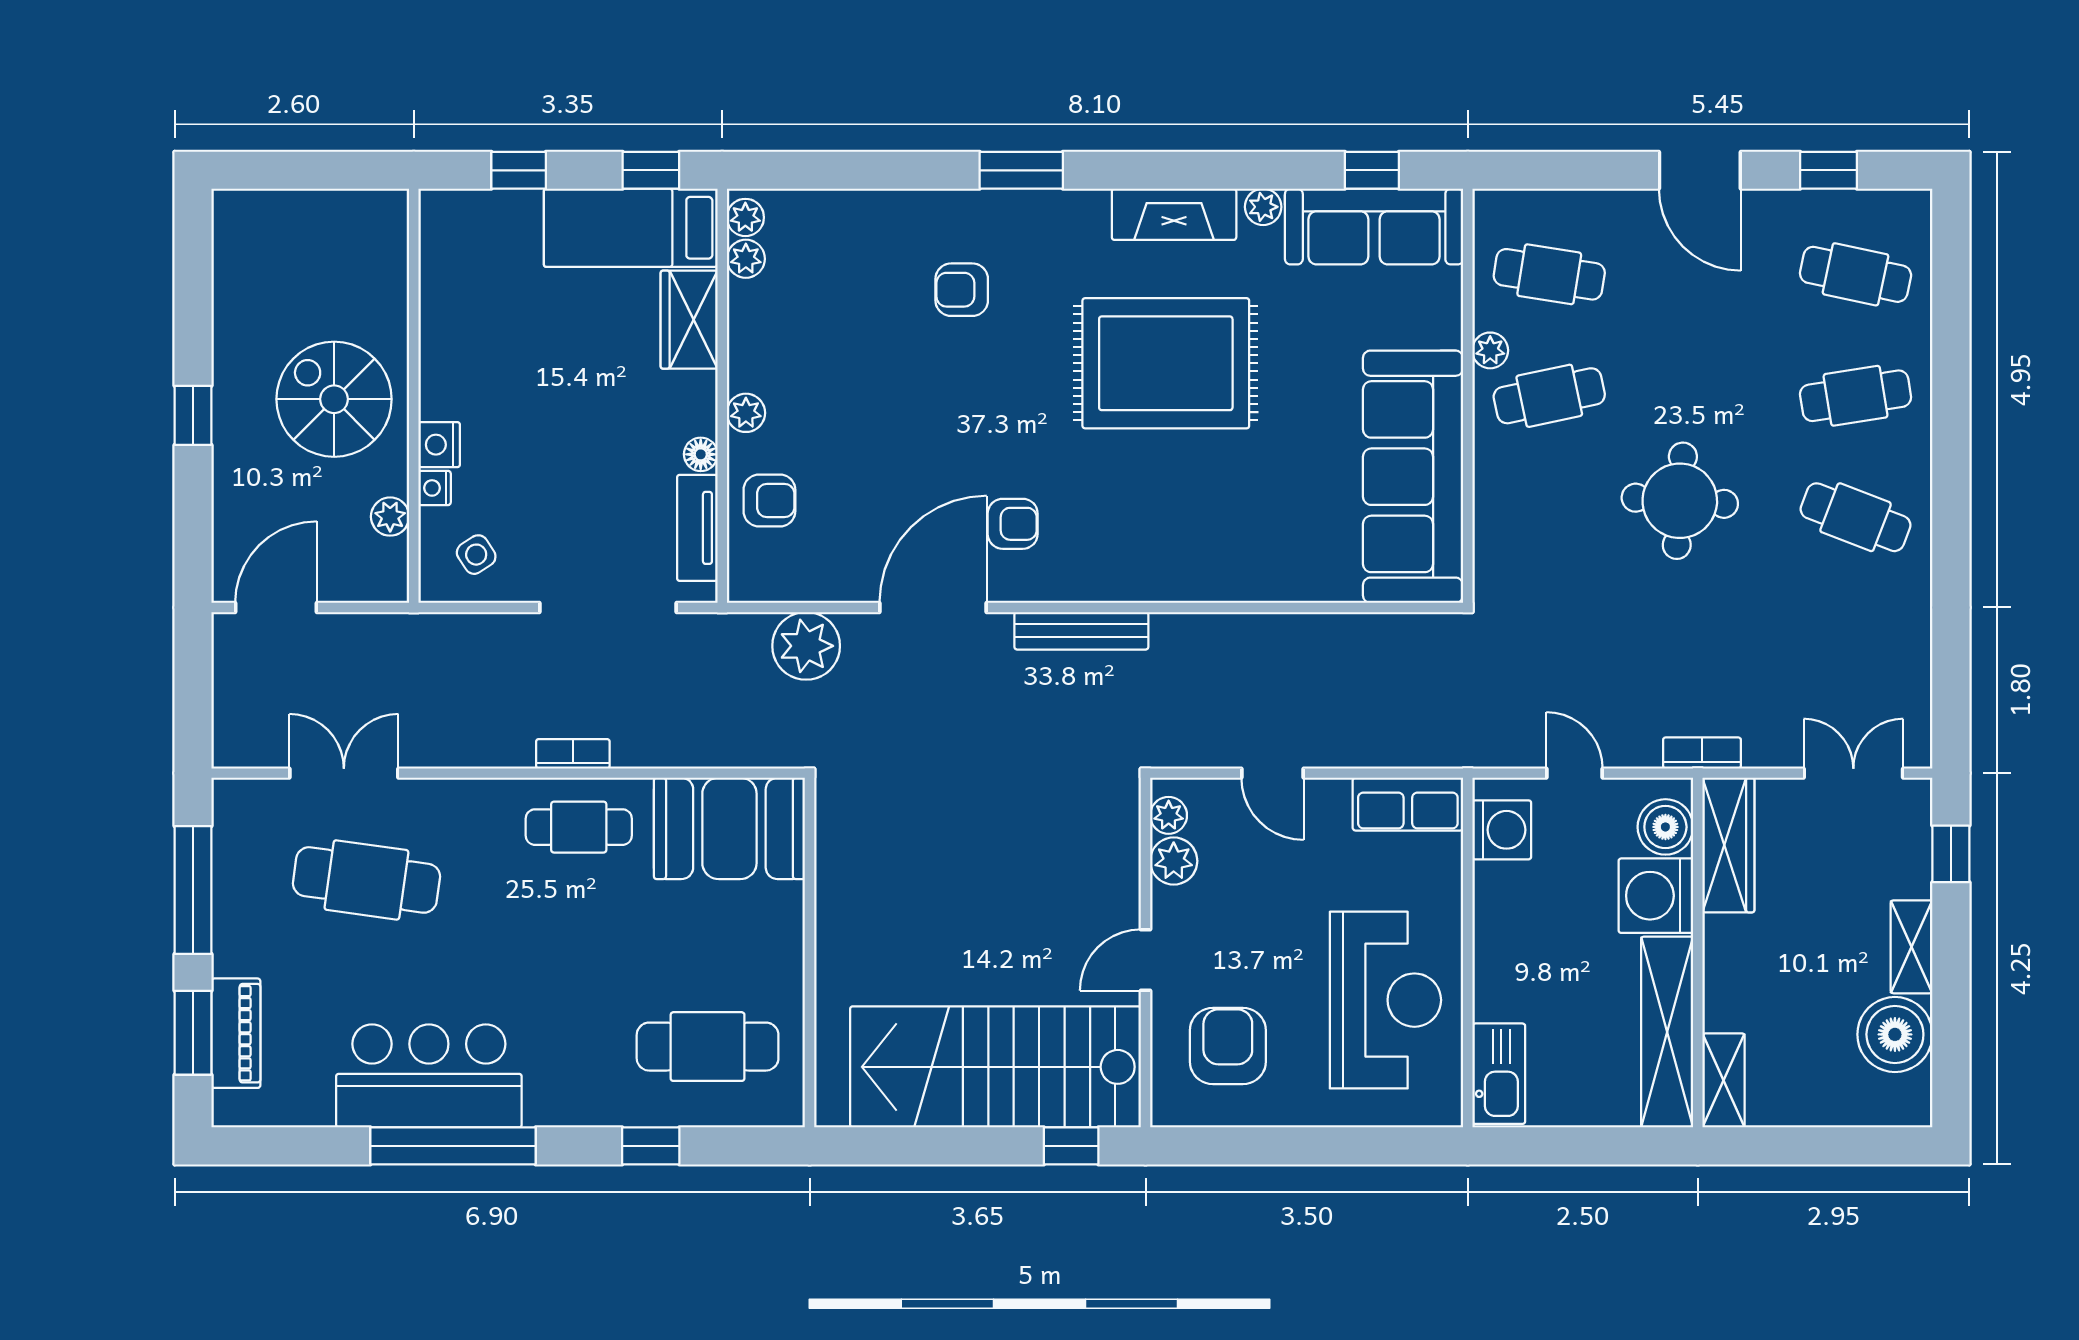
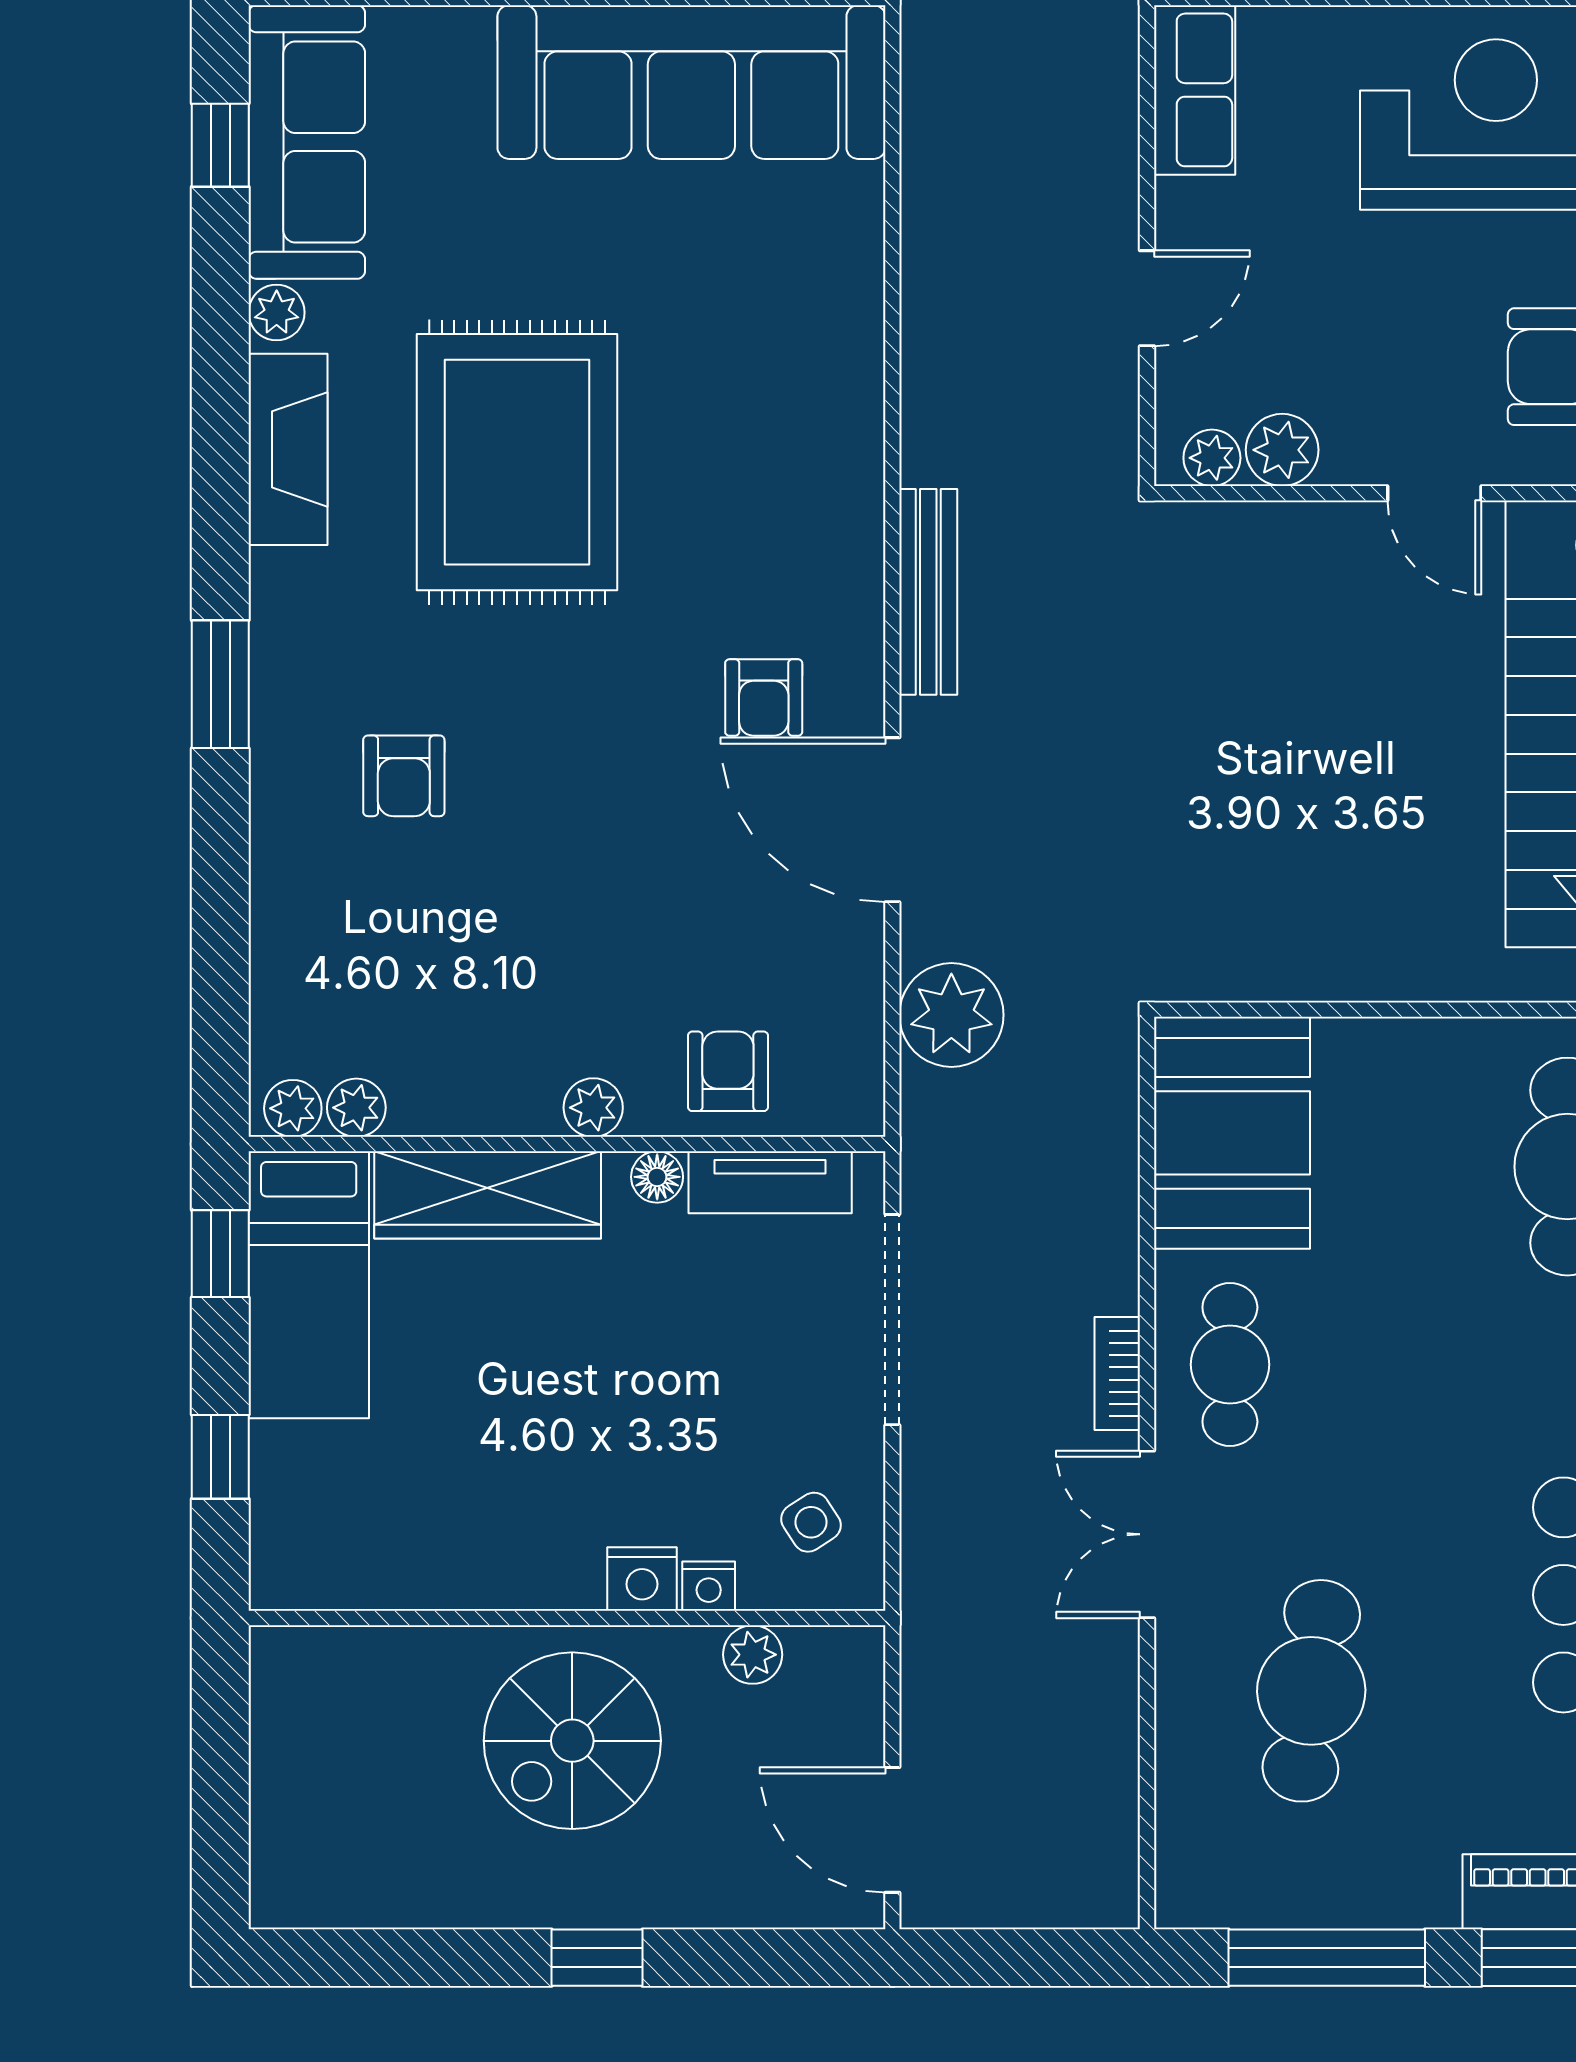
wardrobe: (689, 320) -> (488, 1195), width x1.50
armchair: (1013, 524) -> (764, 697), turned 180
double door: (344, 773) -> (1147, 1534), moved

